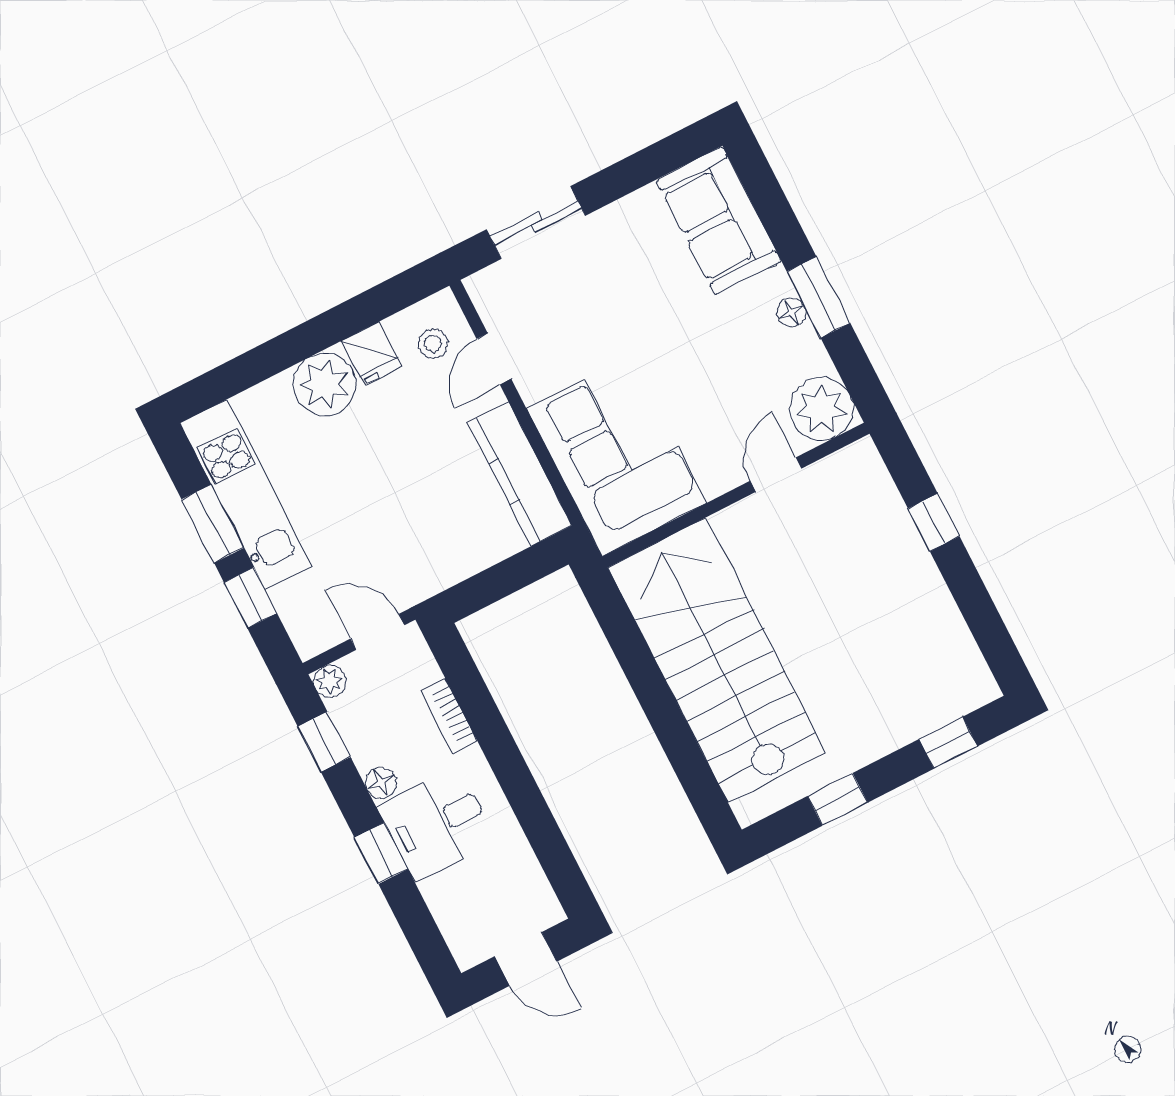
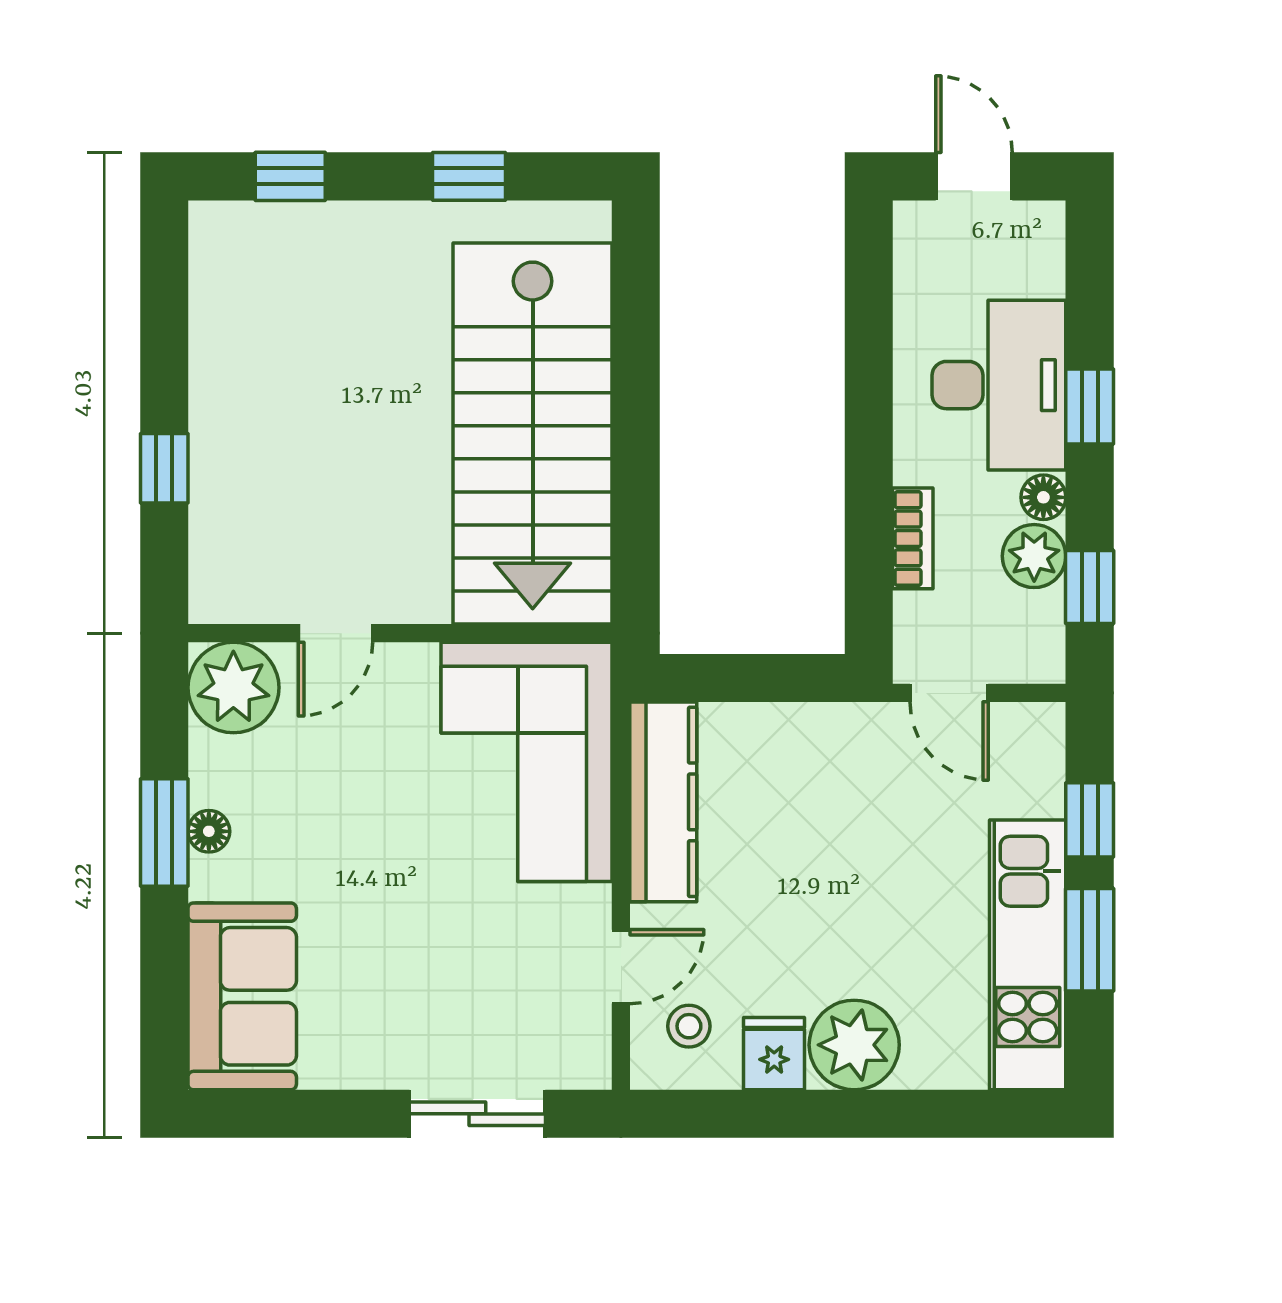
plant: (330, 681) -> (1034, 556), moved, width x1.38, depth x1.38
desk: (437, 824) -> (999, 385), width x1.37

